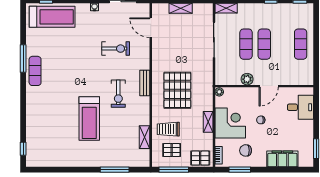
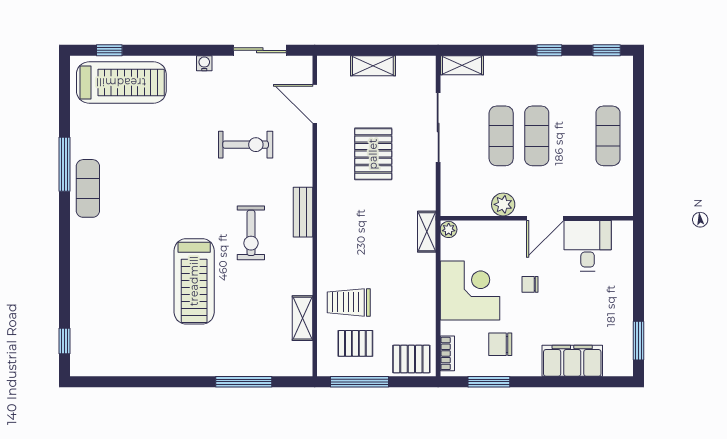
pallet: (177, 90) -> (373, 154), moved, width x0.73, depth x0.71
desk: (300, 107) -> (588, 246), moved, turned -90
shelving: (208, 122) -> (427, 232), moved

